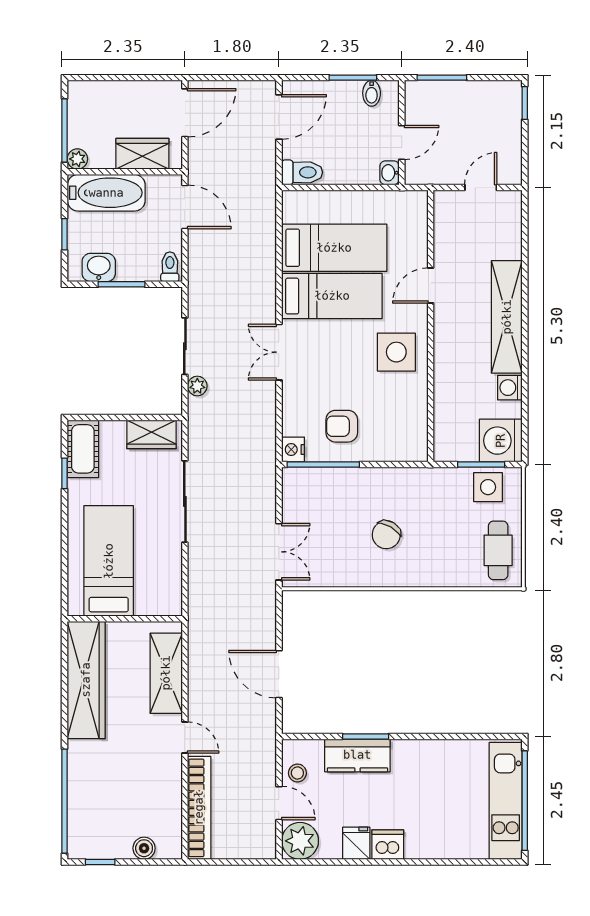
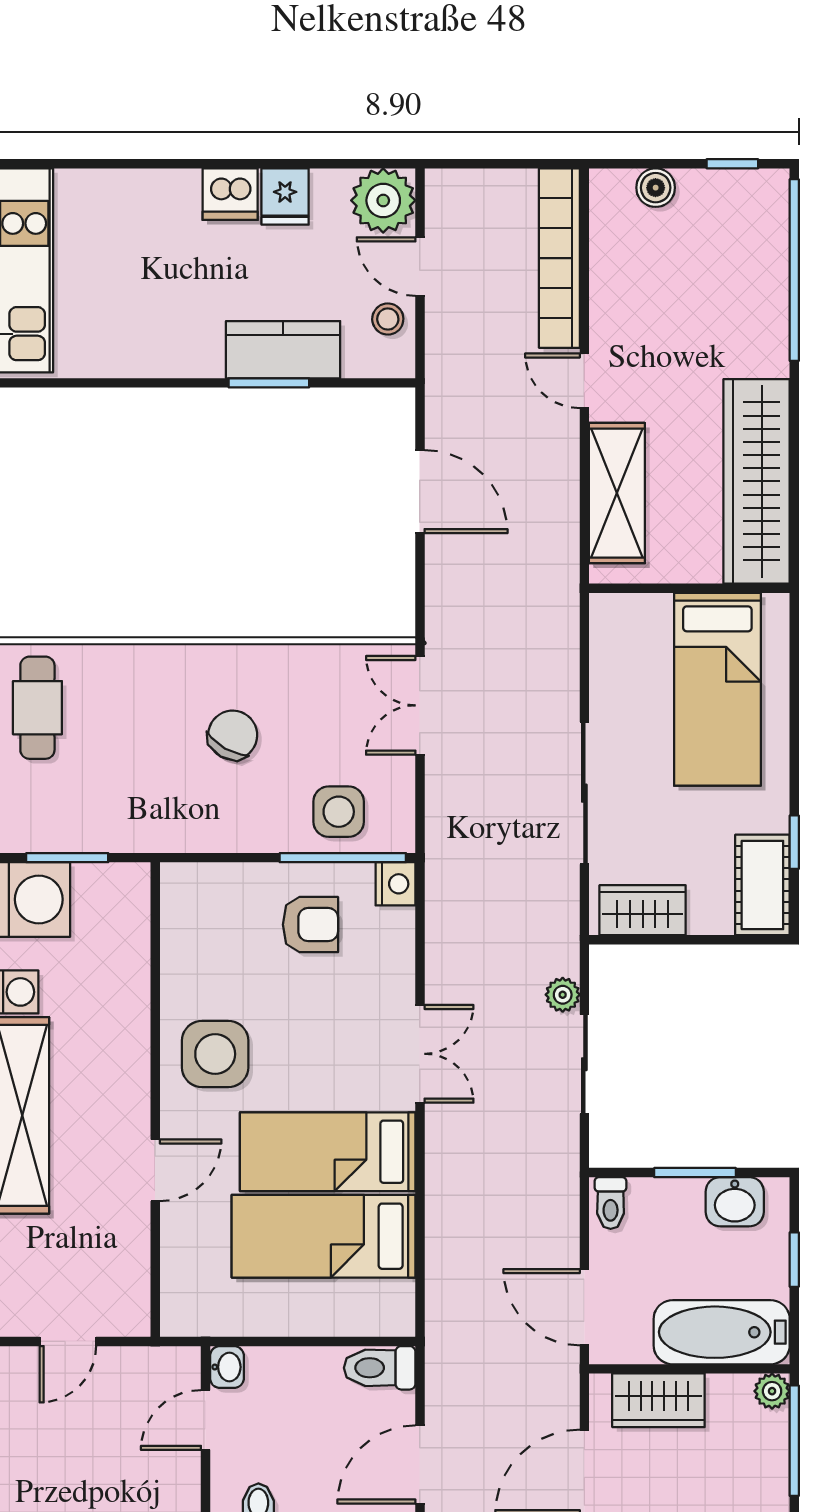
side table: (488, 487) -> (339, 812), moved

